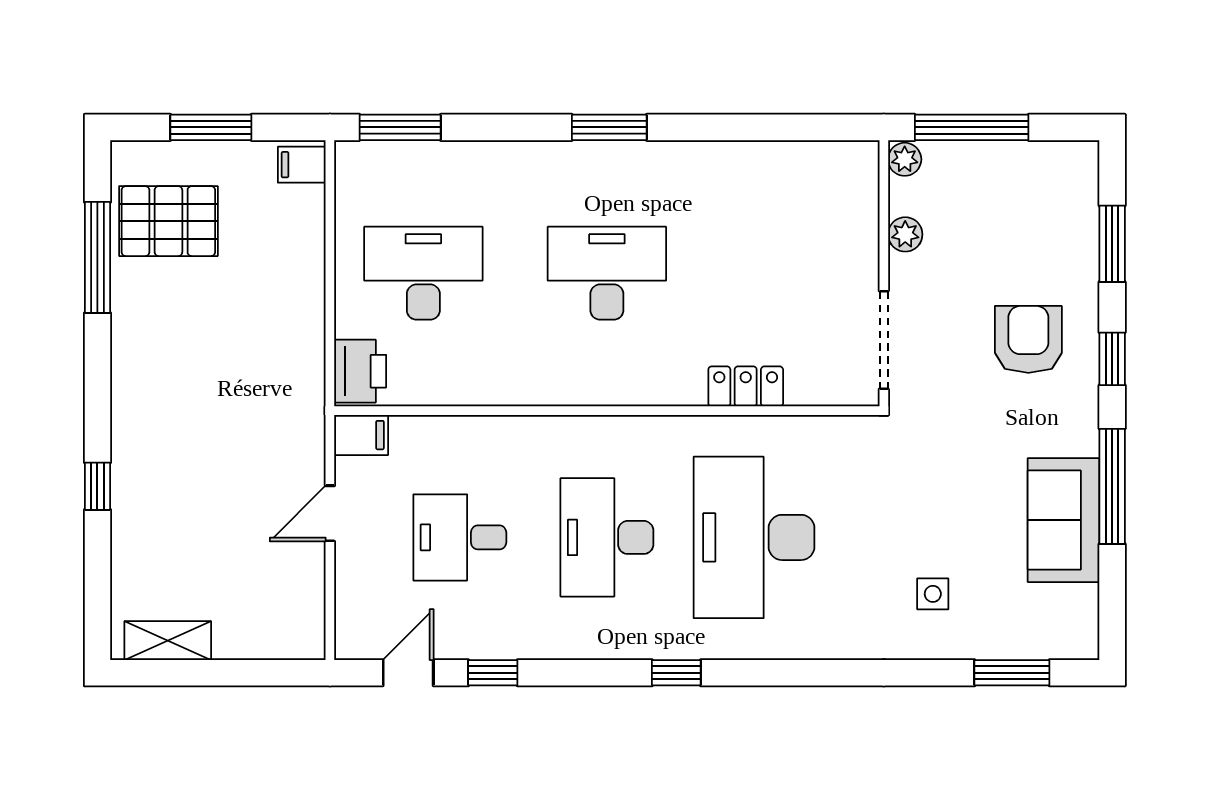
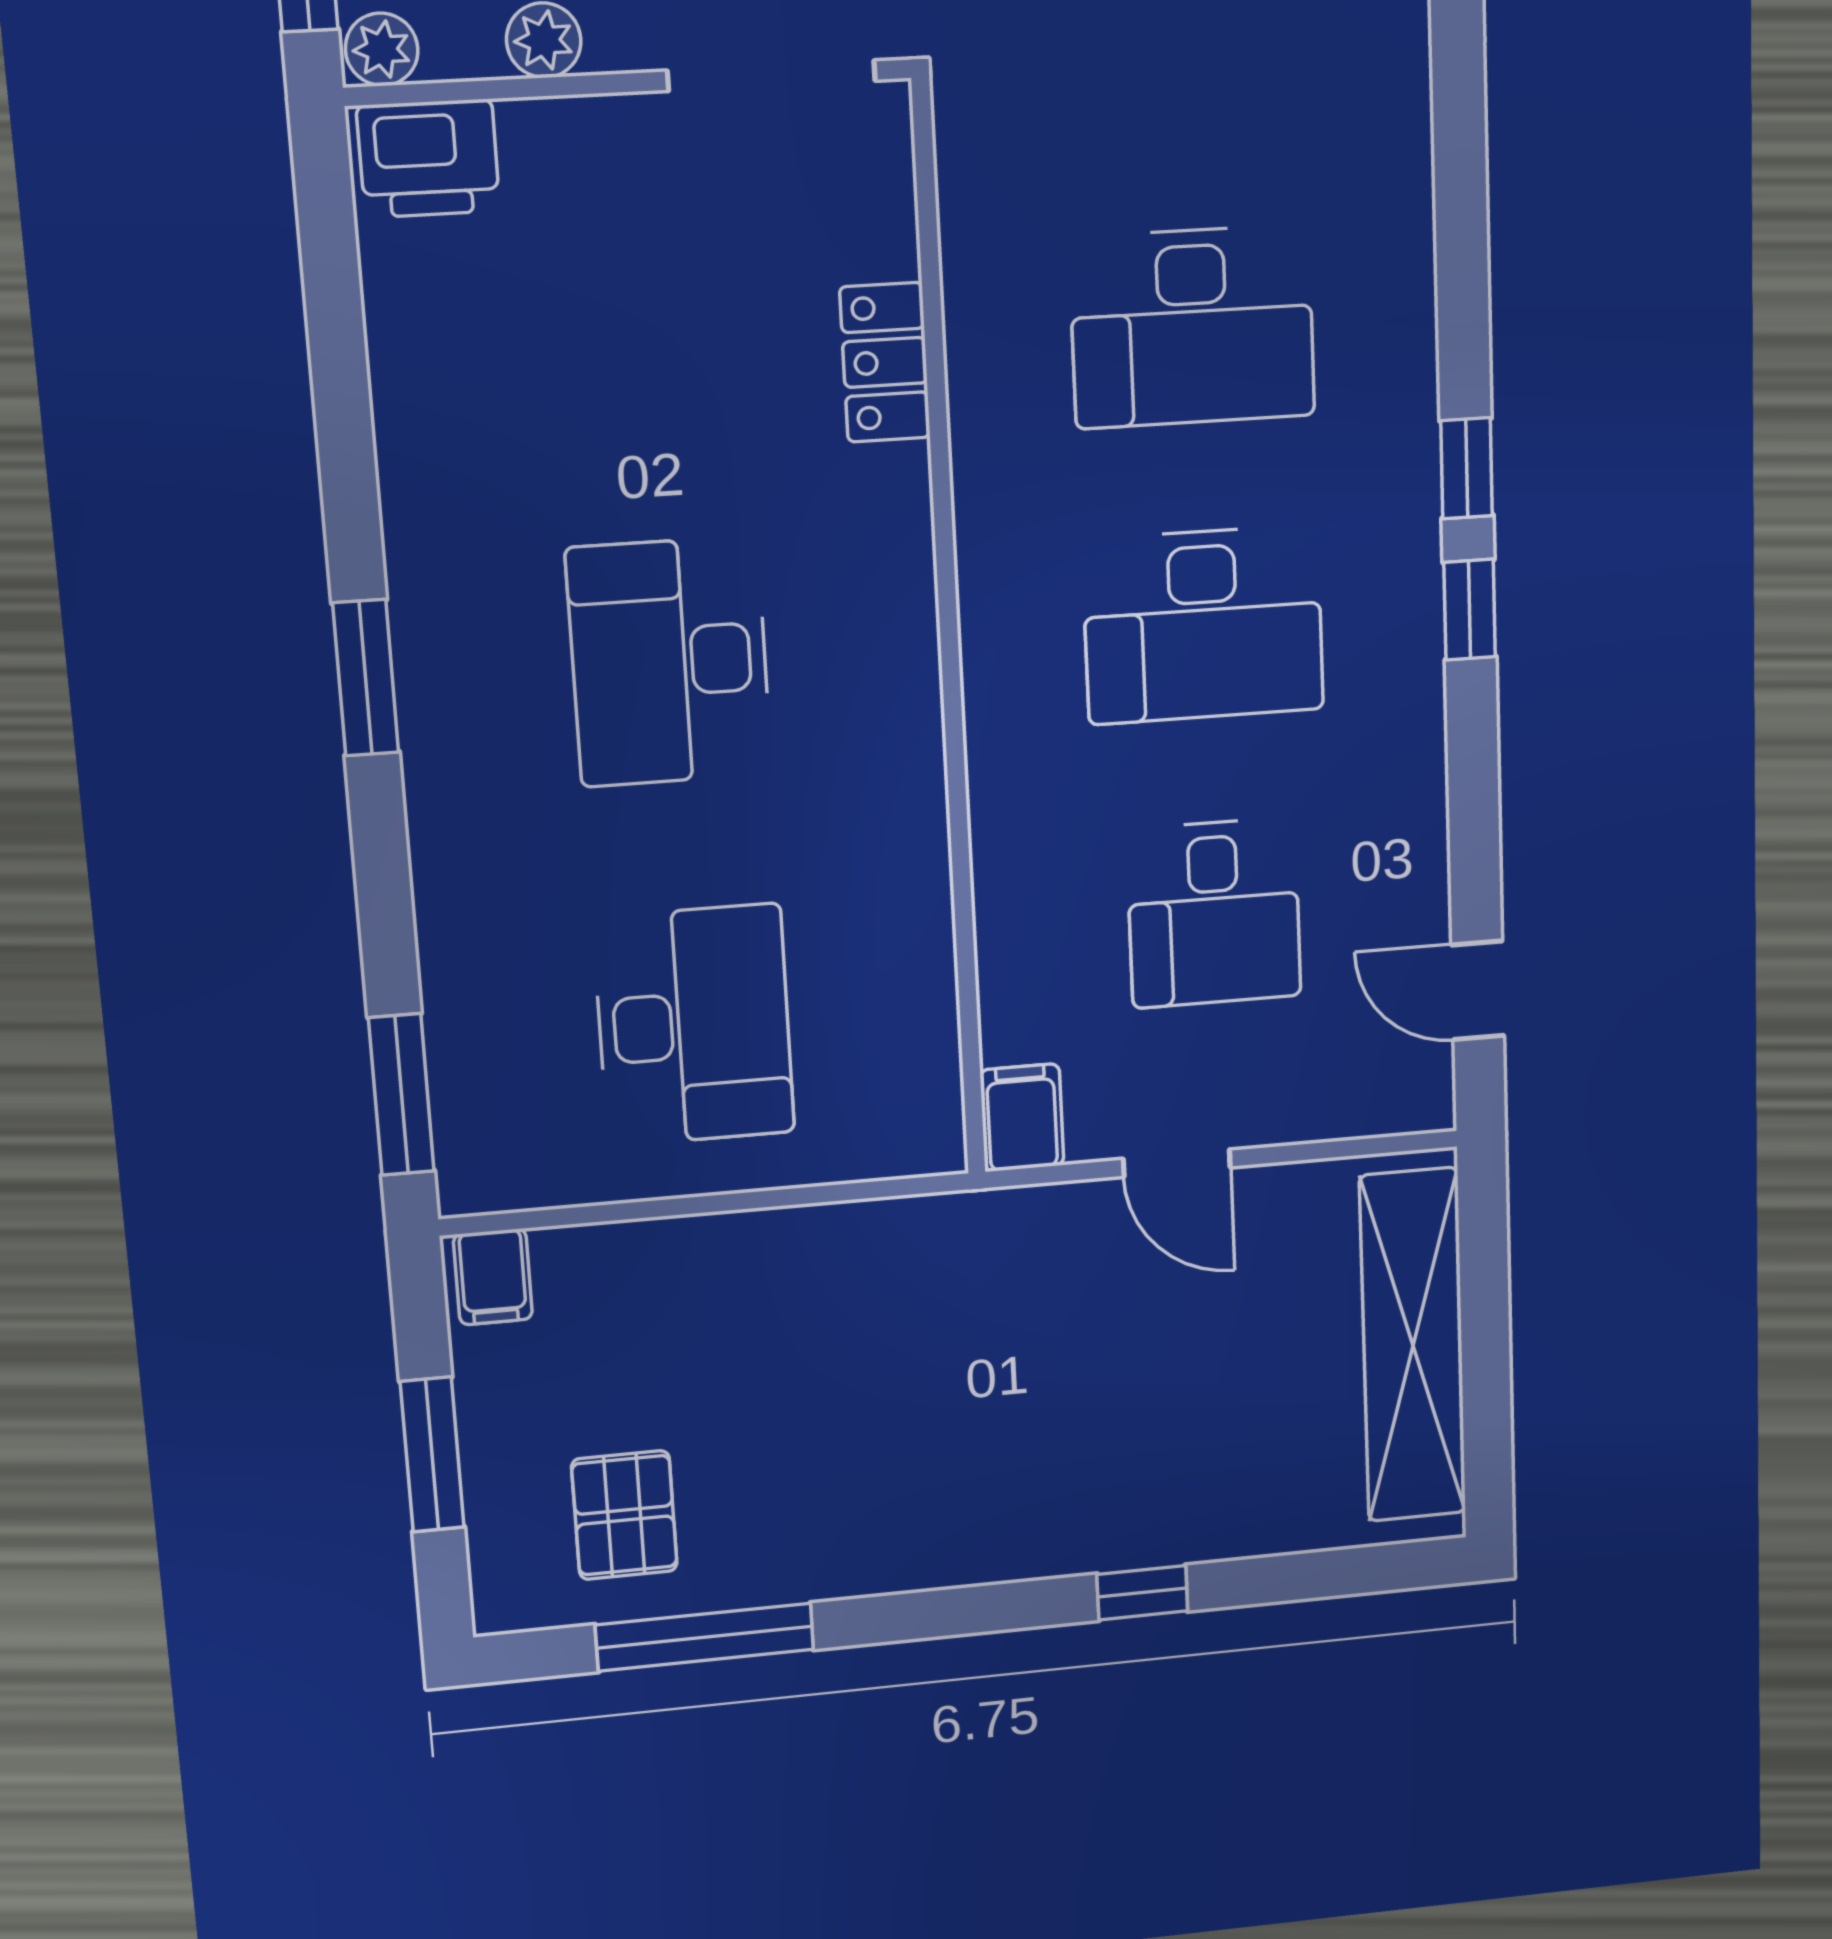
pallet: (168, 221) -> (624, 1515), width x0.67, depth x0.71
desk: (423, 273) -> (694, 1025), turned 180
printer: (360, 371) -> (428, 159), moved, turned 180
desk: (754, 537) -> (1192, 327), width x0.73, depth x0.77
shelving: (168, 641) -> (1413, 1346), width x2.20, depth x1.33
window: (493, 673) -> (1470, 610), moved

